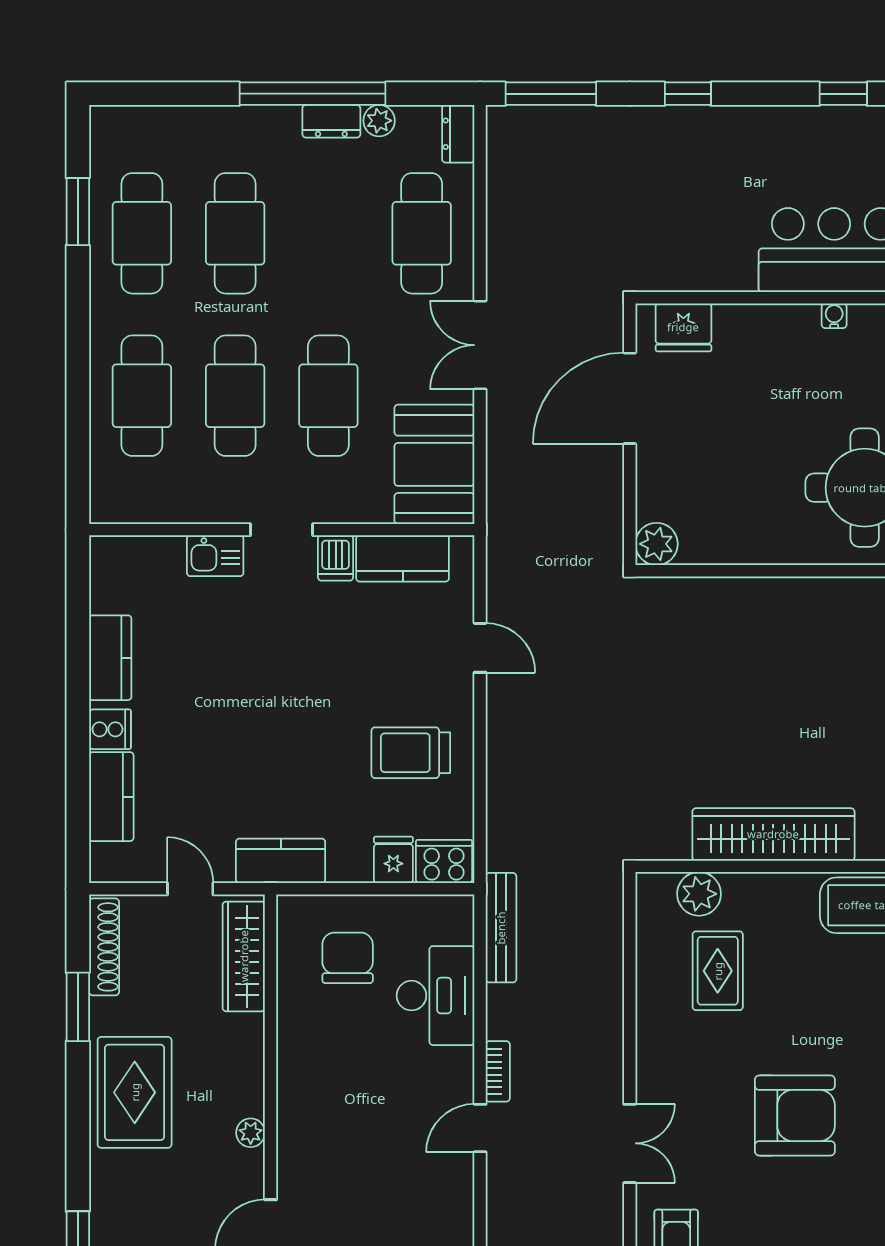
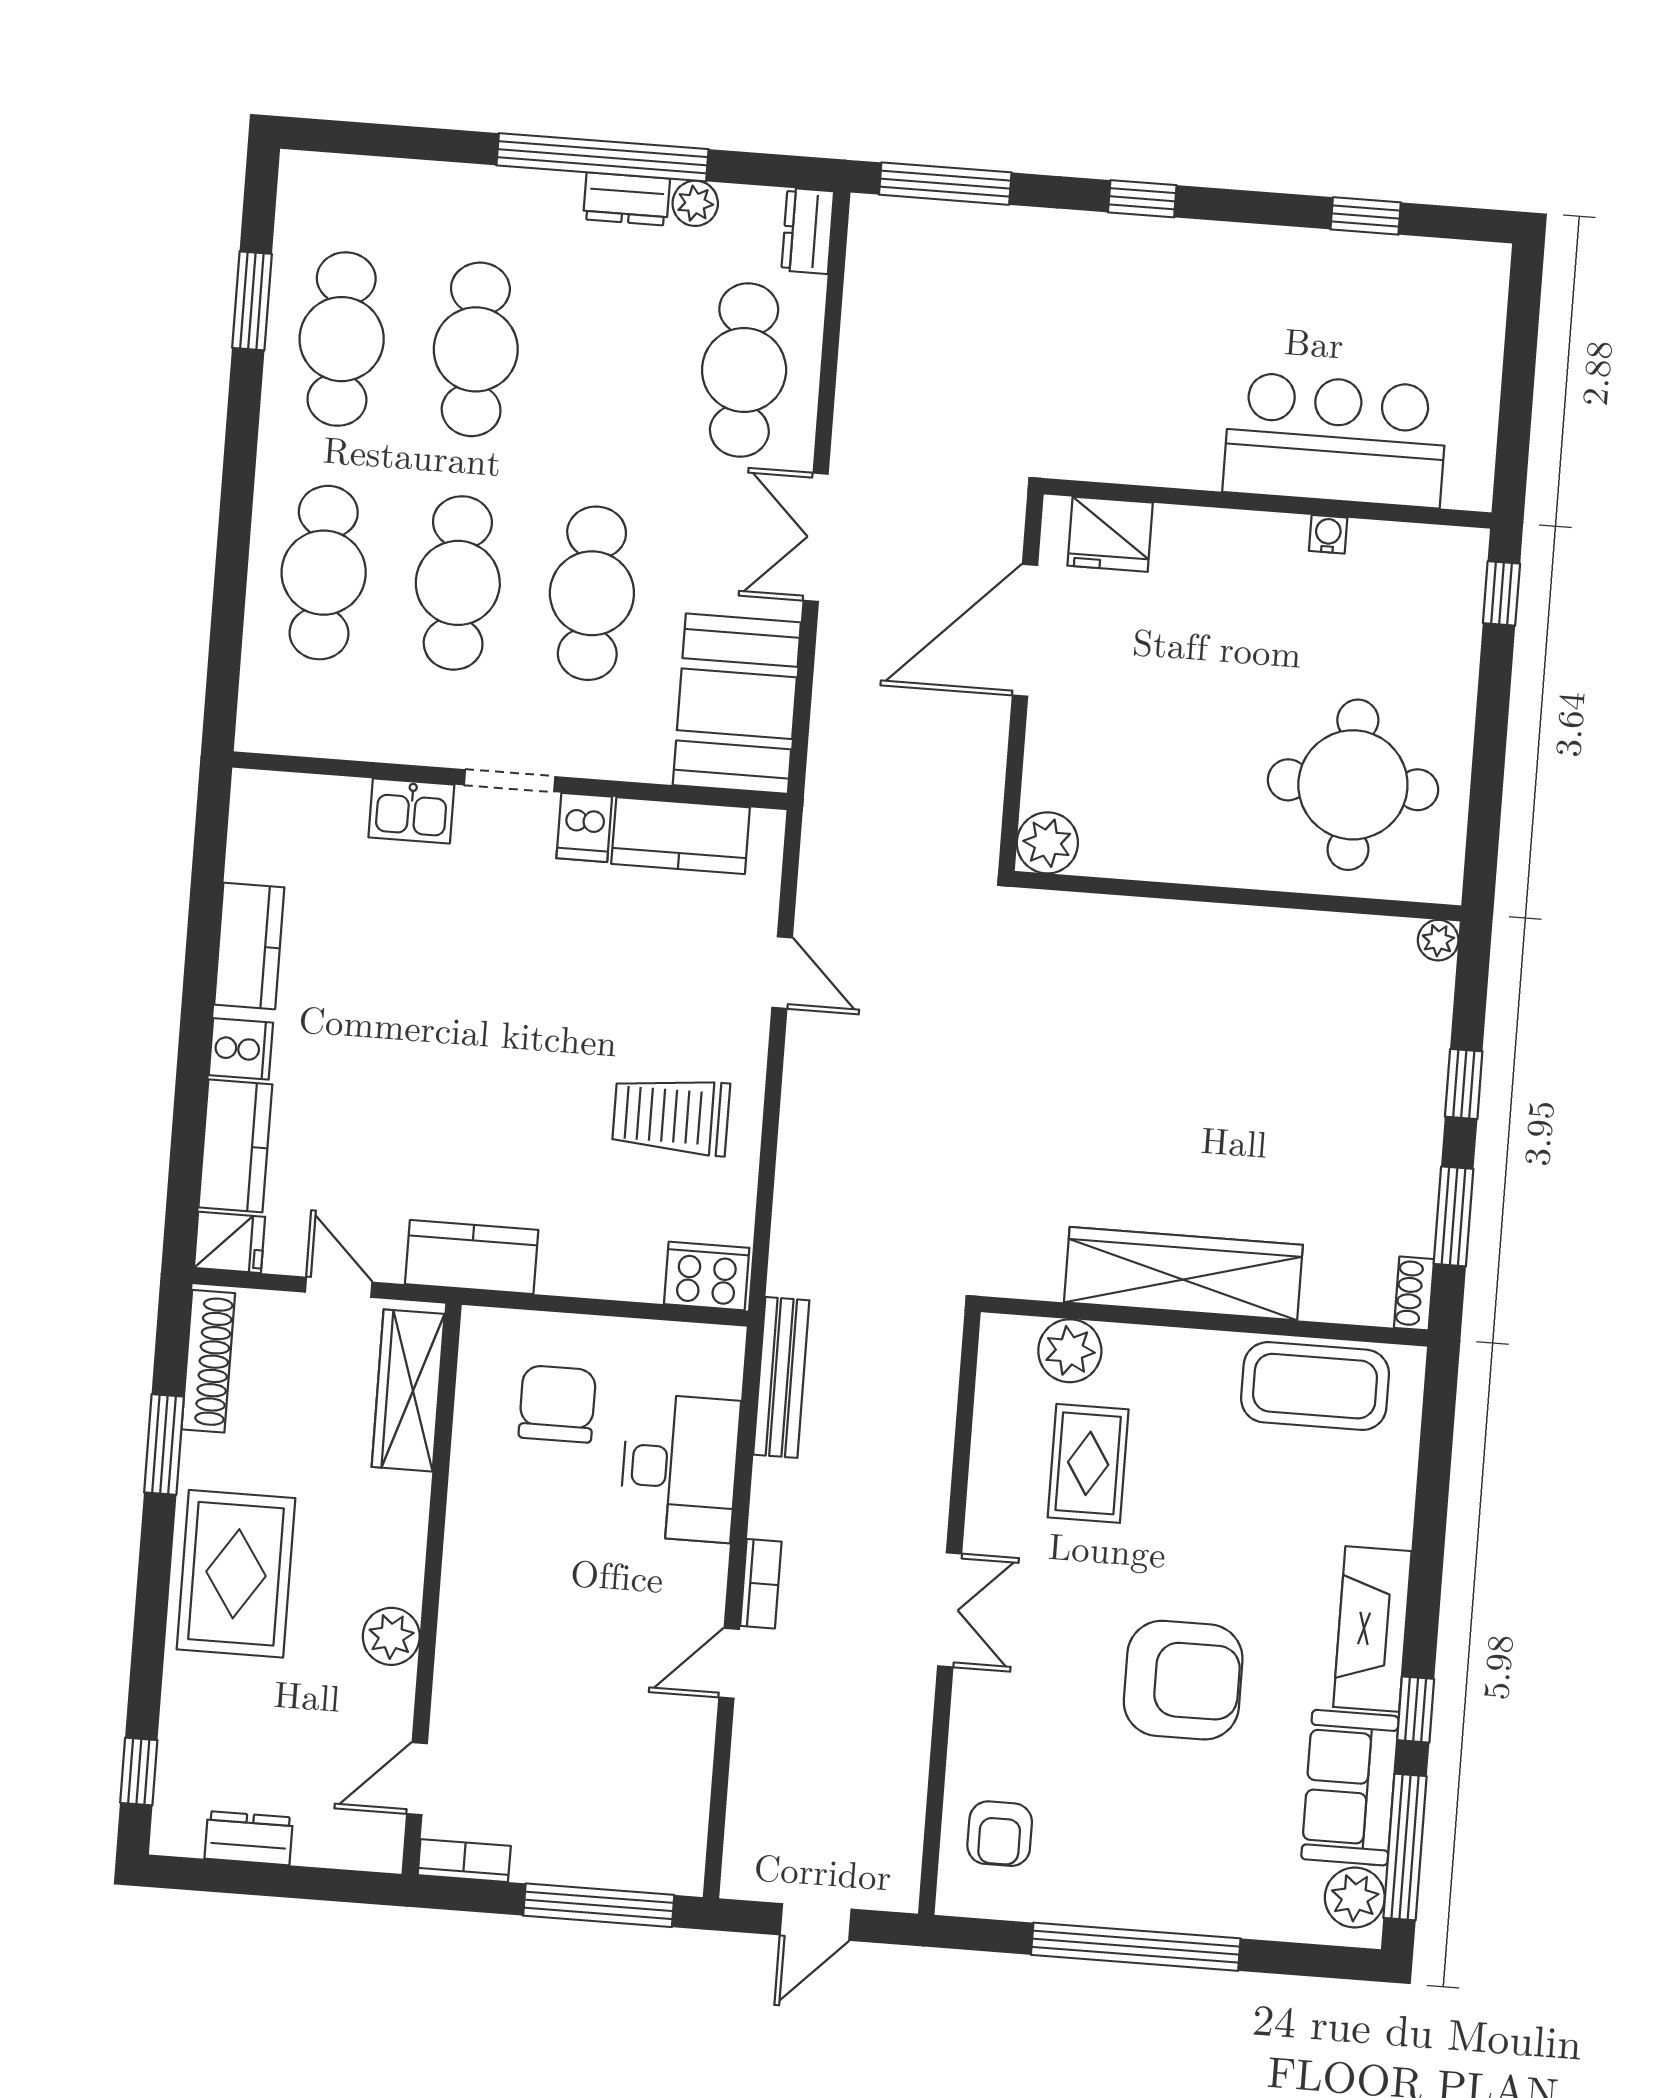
fridge: (393, 860) -> (229, 1242), moved, turned 90
plant: (251, 1133) -> (391, 1636), width x1.38, depth x1.38
double door: (630, 1143) -> (950, 1610), moved

